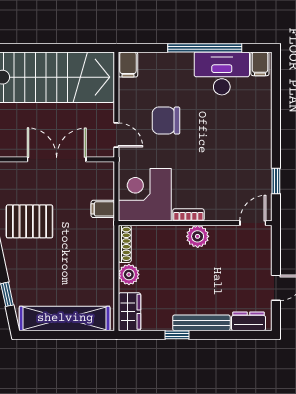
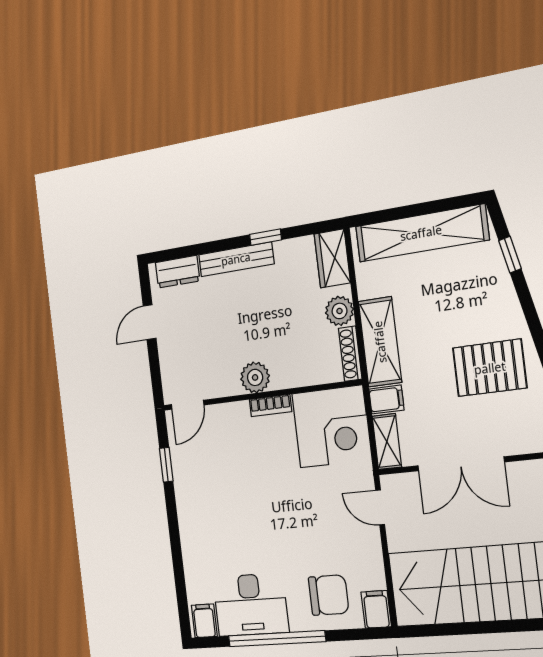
chair: (166, 121) -> (329, 595), moved
shelving: (106, 180) -> (387, 442), added
shelving: (103, 249) -> (380, 342), added

